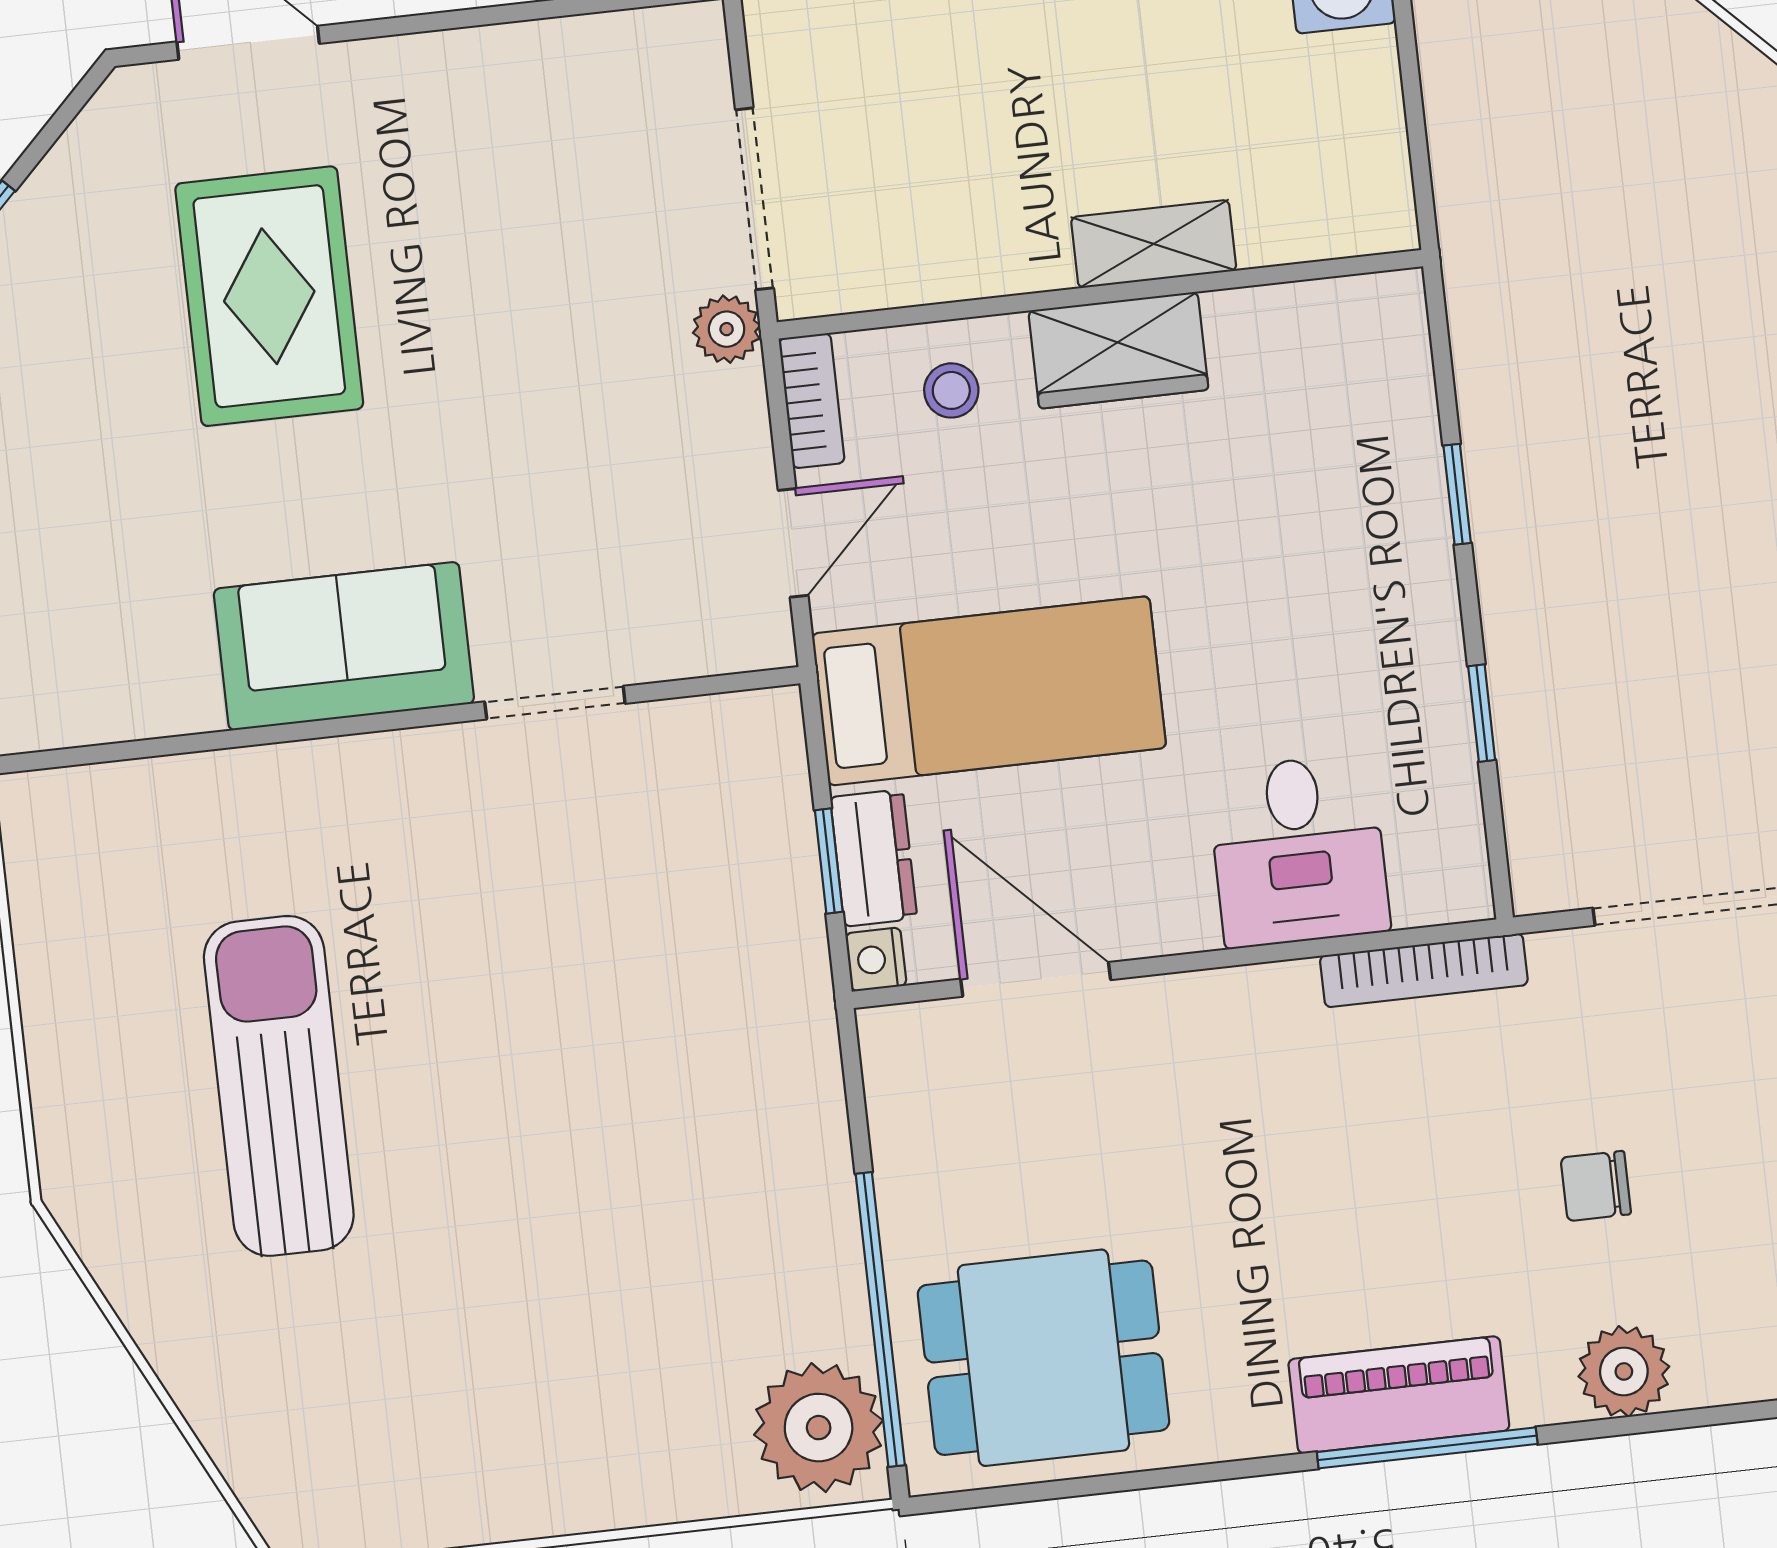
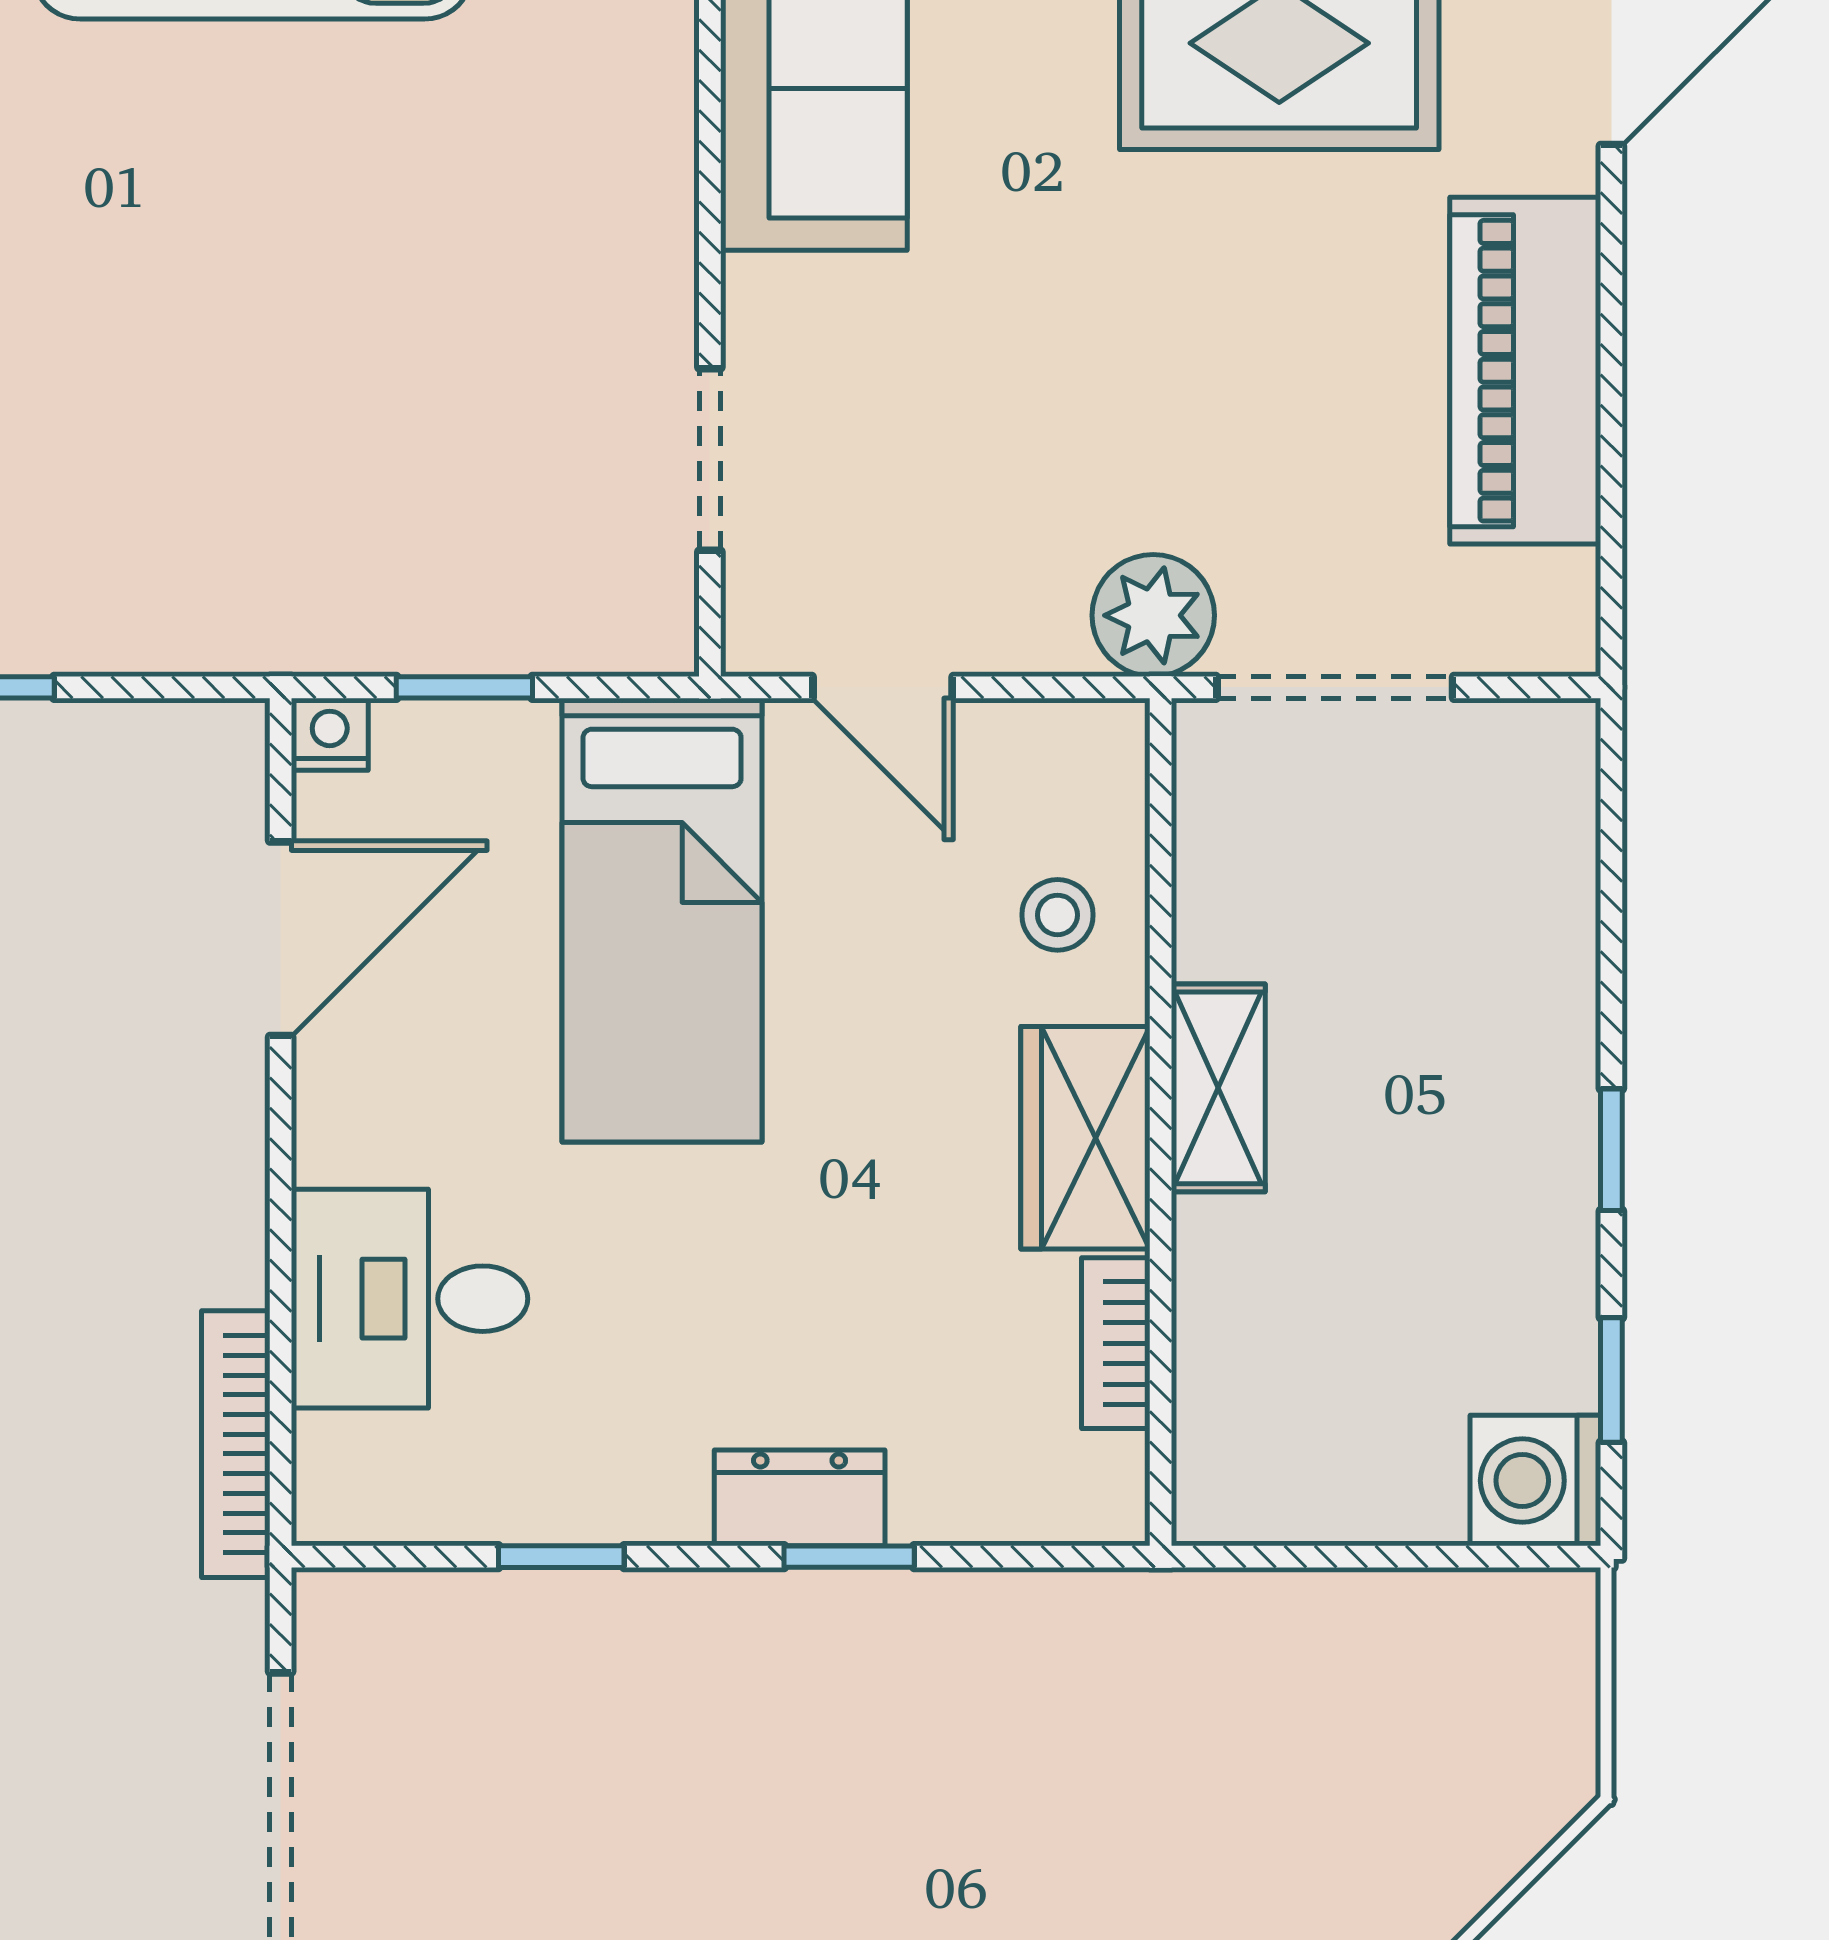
piano: (497, 81) -> (1525, 371), added
shelving: (1154, 244) -> (1218, 1088), moved
plant: (727, 329) -> (1153, 615), width x1.38, depth x1.38
bookcase: (812, 401) -> (1116, 1343), moved, turned 90
doorway: (555, 703) -> (710, 459), moved
dresser: (874, 858) -> (800, 1498), moved, turned 180

